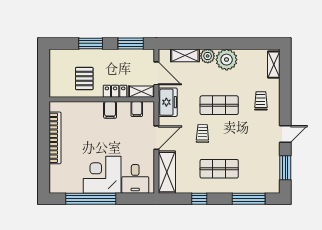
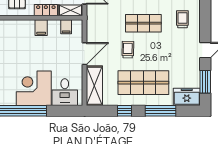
freezer: (168, 102) -> (187, 97), moved, turned -90
shop shelf: (219, 169) -> (143, 83), width x1.43, depth x1.36
window: (249, 199) -> (160, 111), moved

